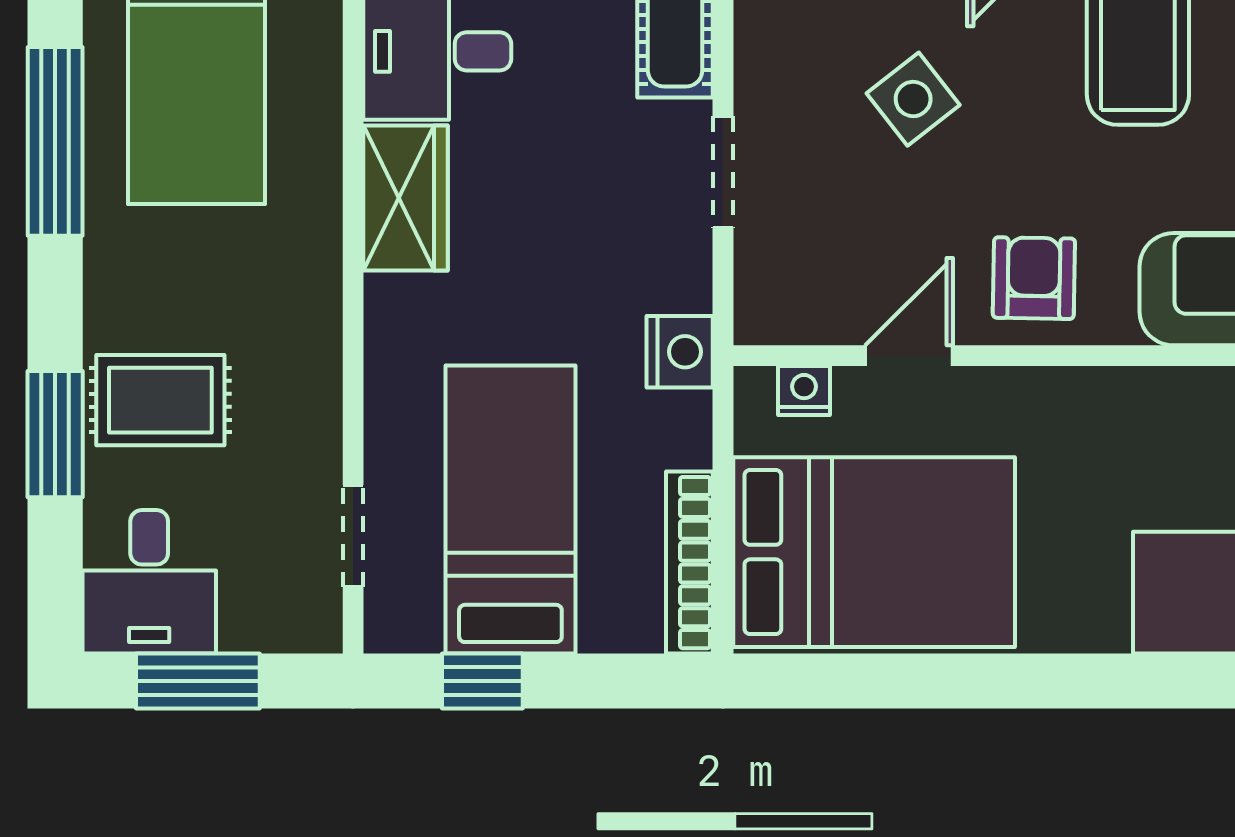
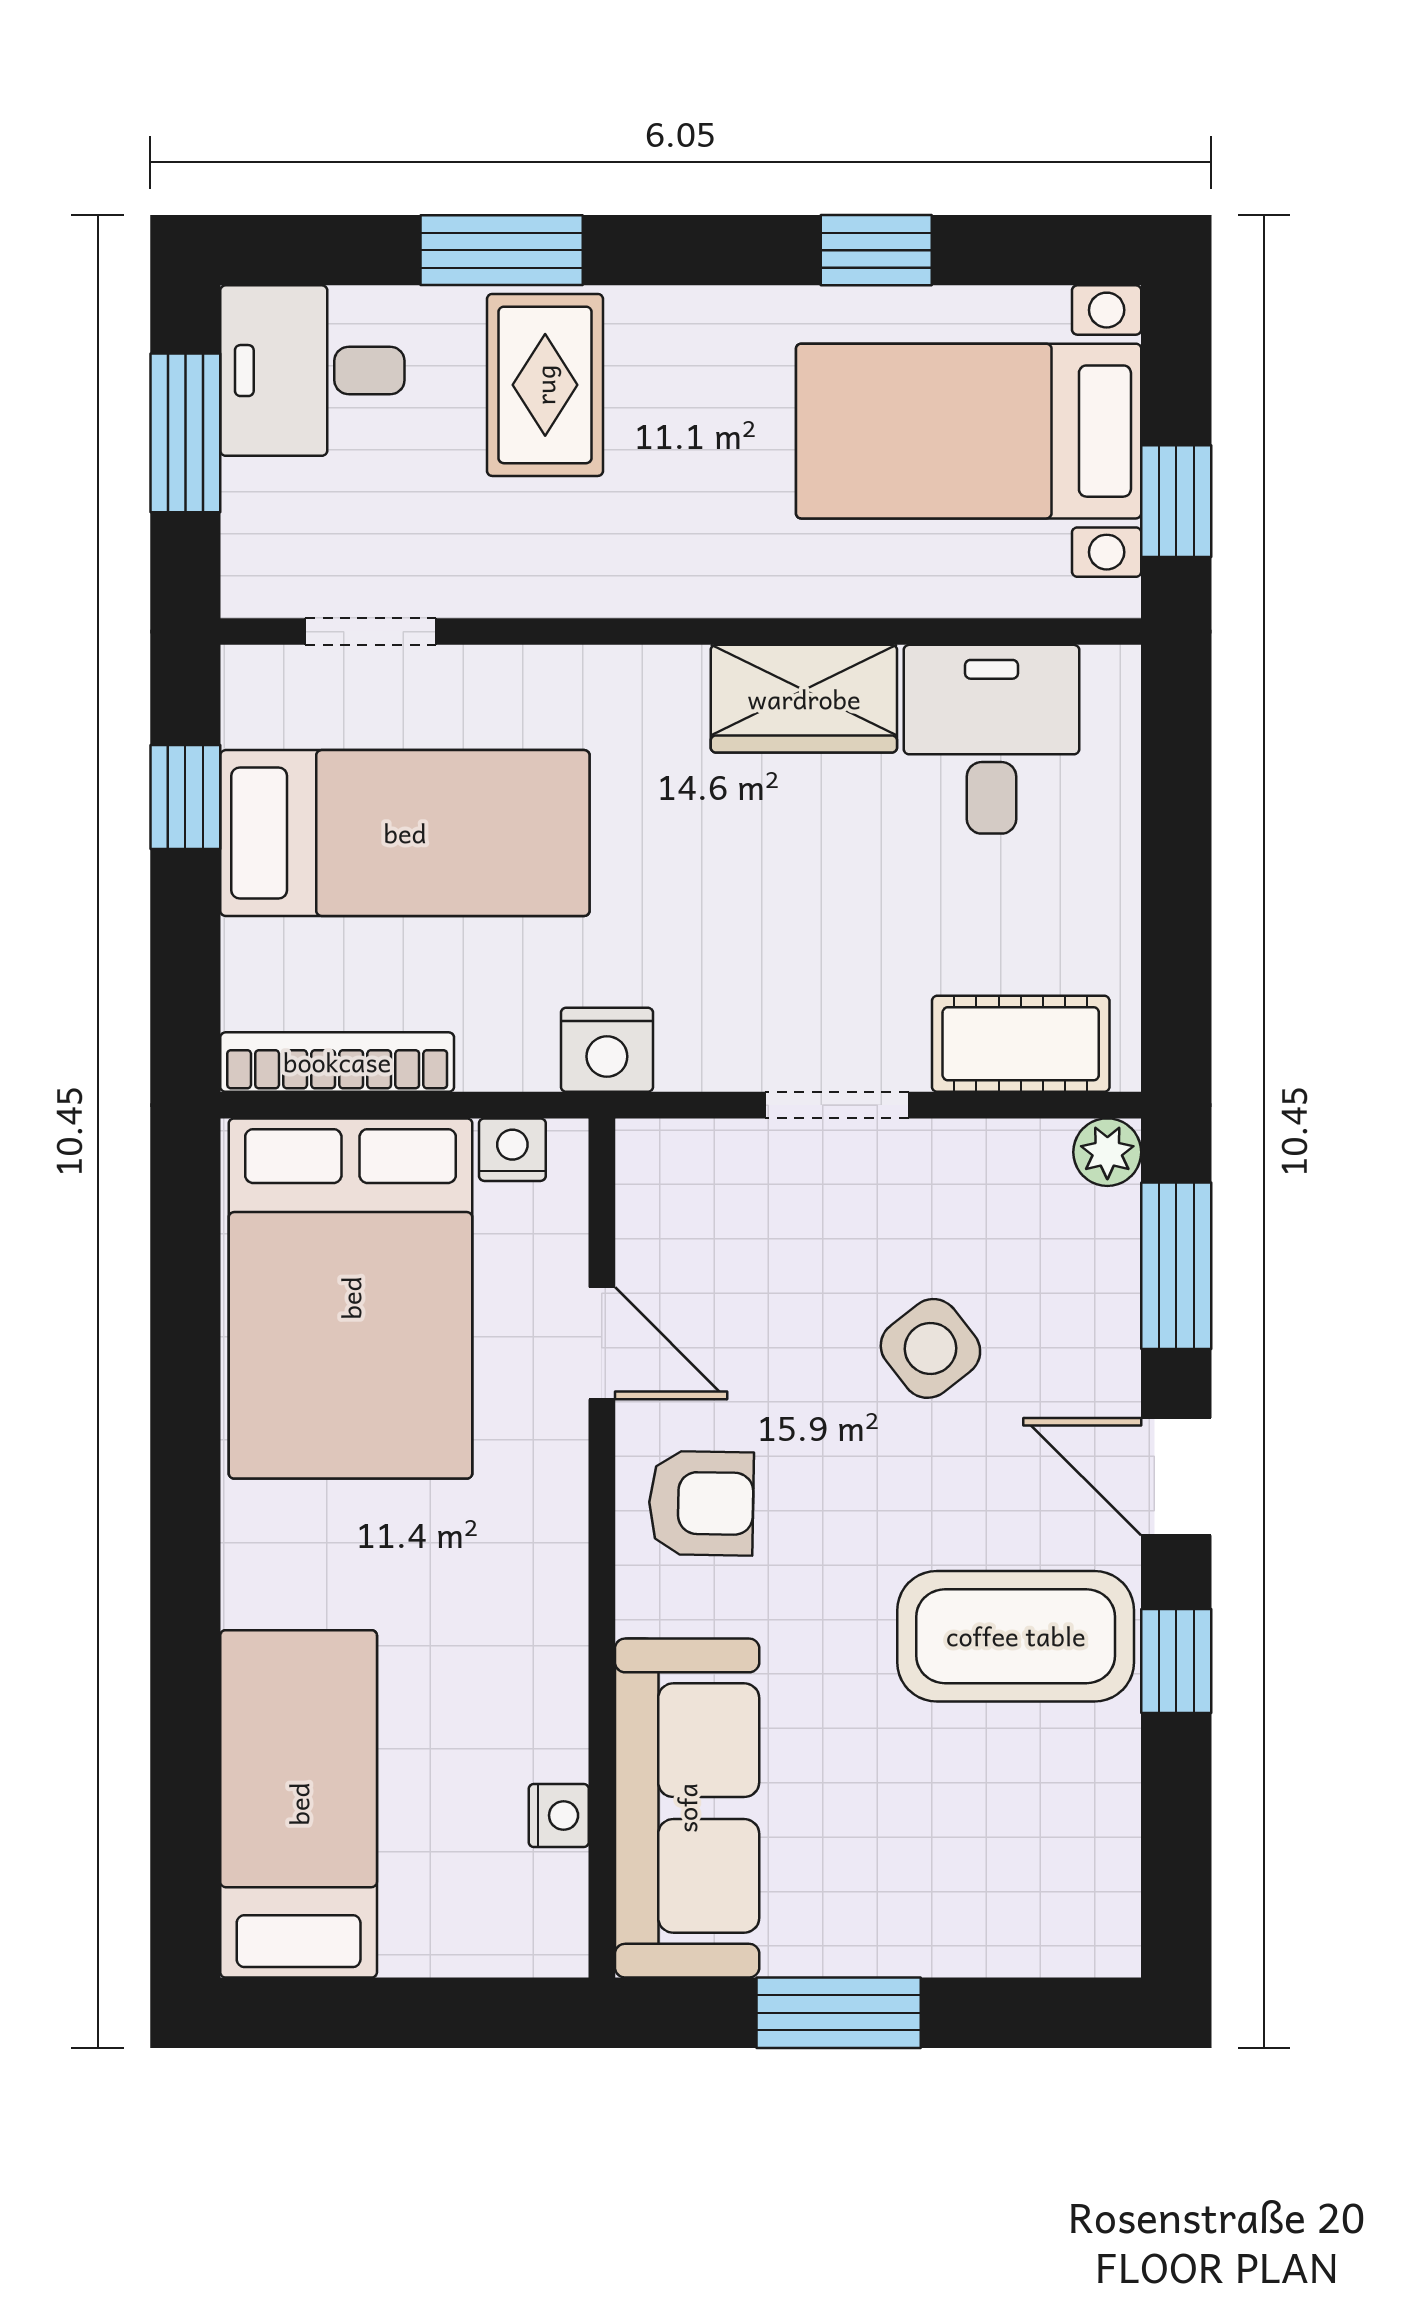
window: (55, 141) -> (876, 250), width x0.46
nightstand: (804, 391) -> (512, 1150), moved, turned -90

